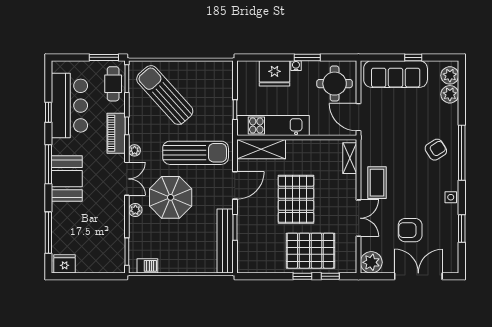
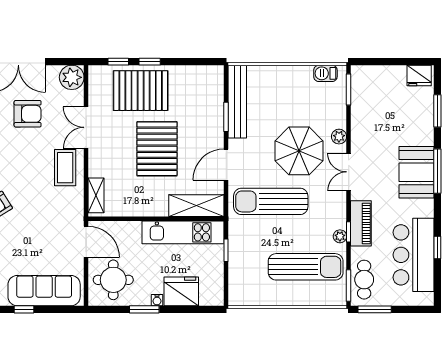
sun lounger: (165, 95) -> (306, 267), turned -48
plant: (135, 150) -> (340, 236), moved
window: (48, 164) -> (437, 171), moved
window: (48, 233) -> (437, 111), width x0.69

